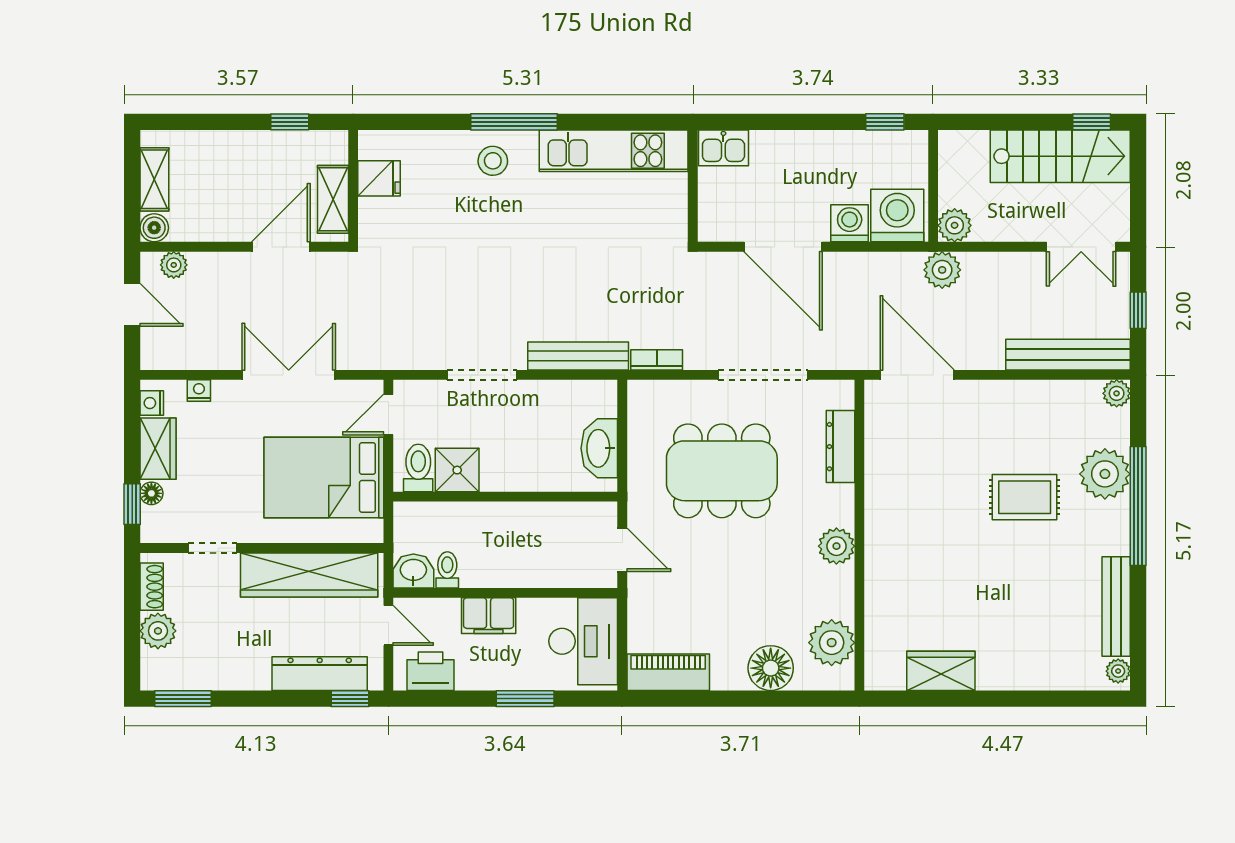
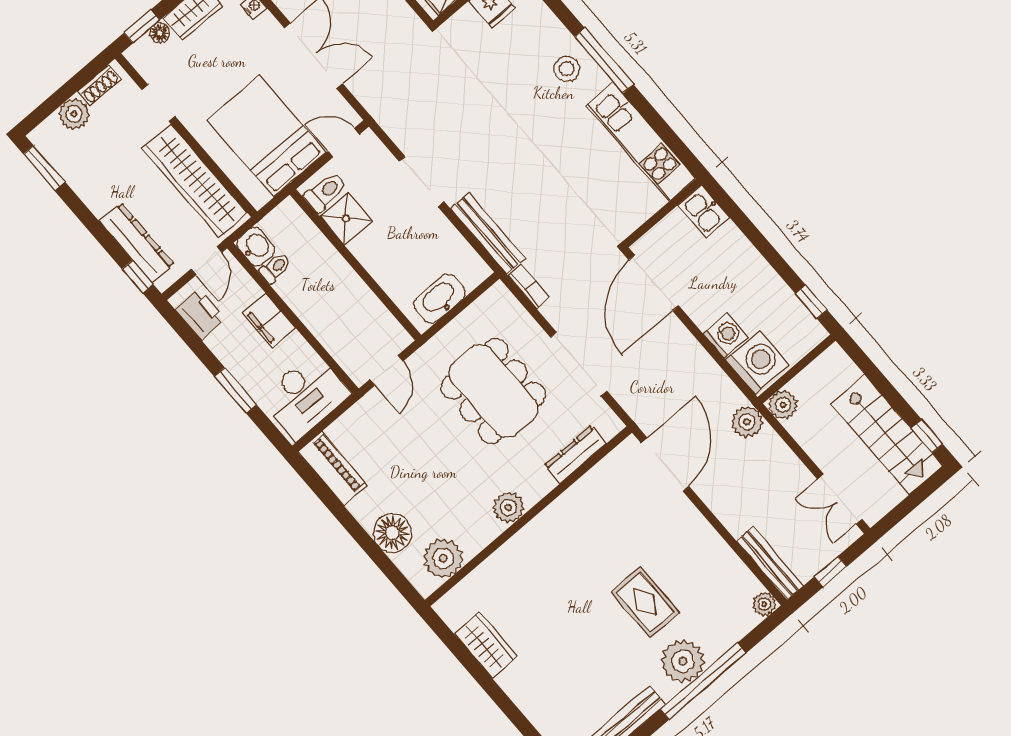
door: (783, 247) -> (654, 283), moved
bench: (1068, 355) -> (770, 563), width x0.73, depth x0.82
plant: (1105, 474) -> (683, 661), moved

